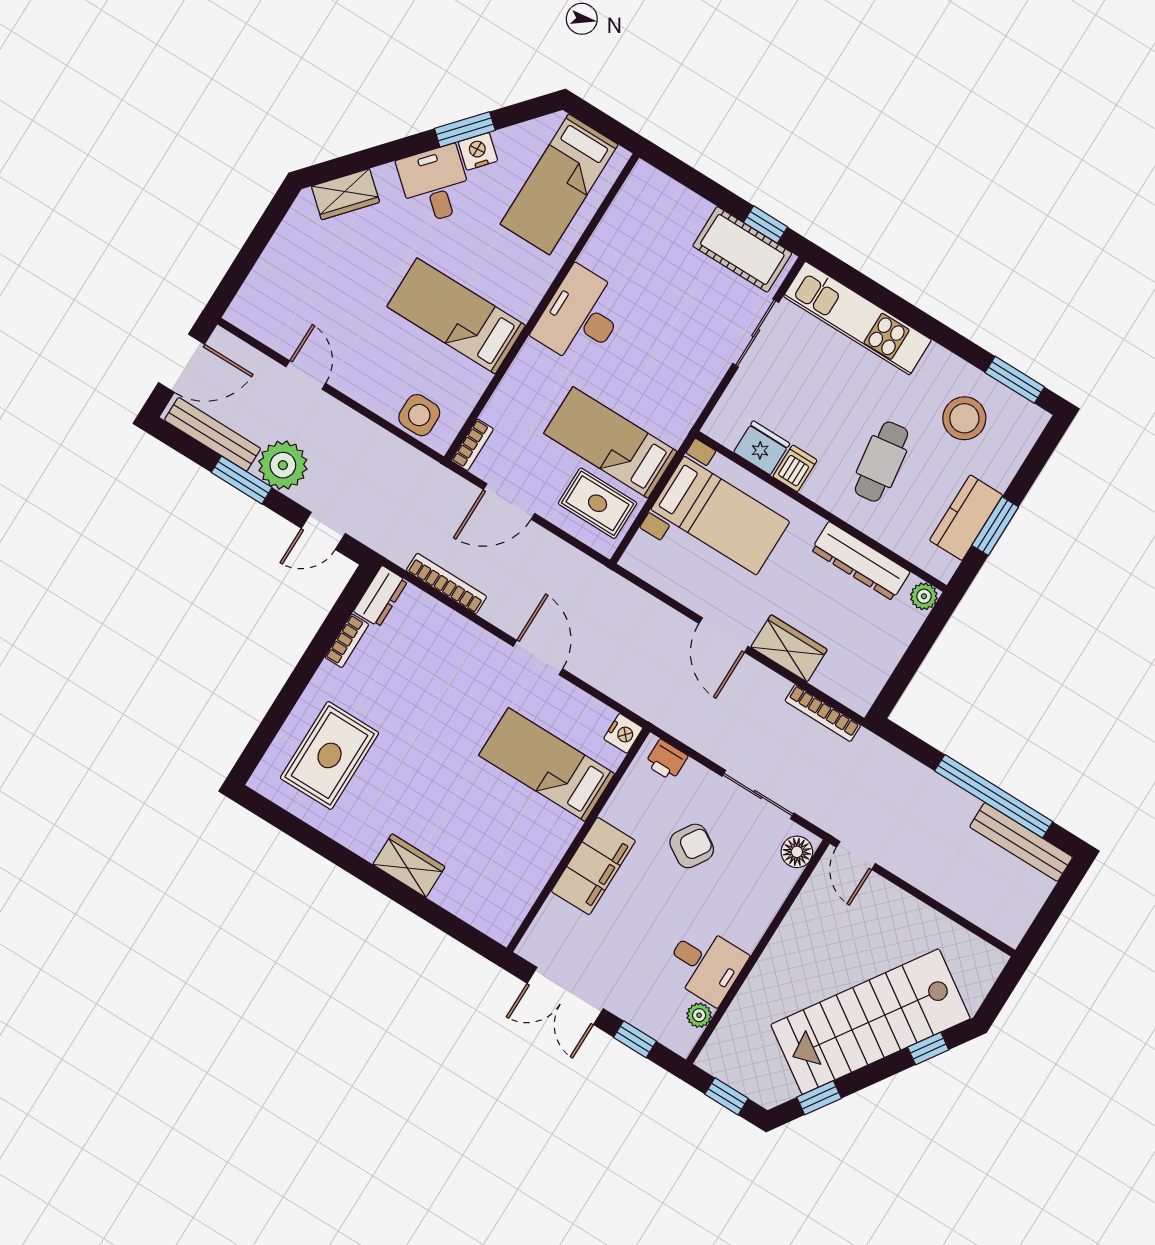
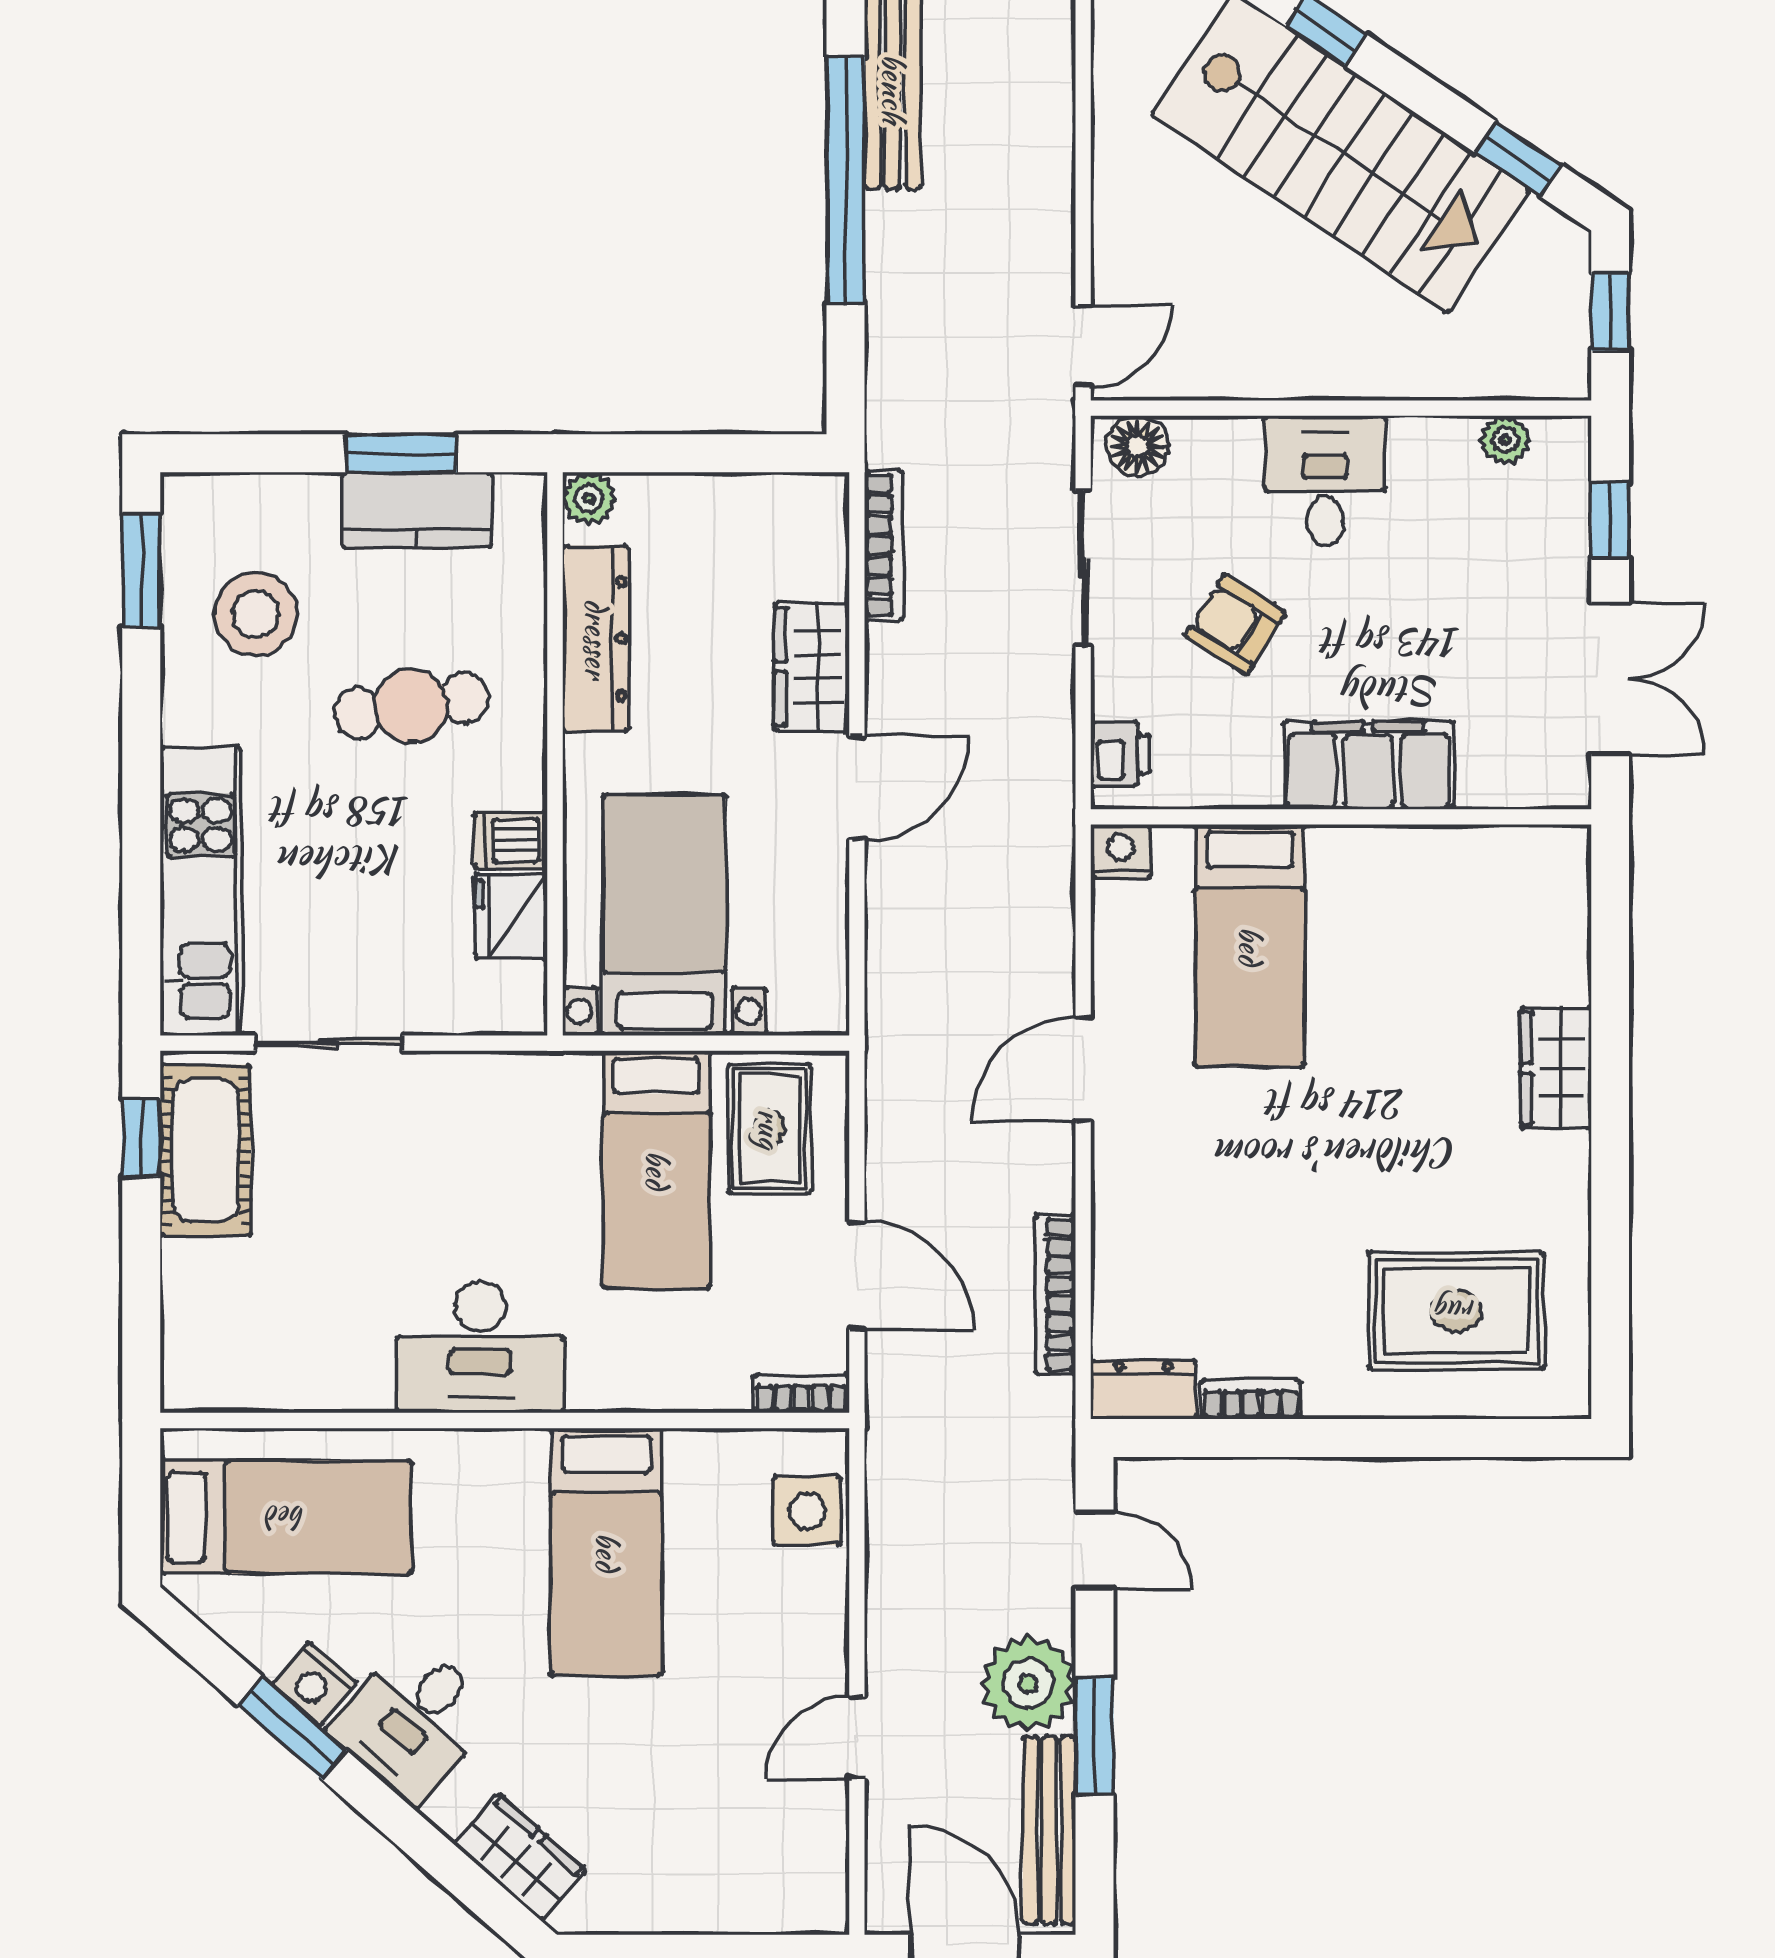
desk: (706, 965) -> (1325, 481), moved

